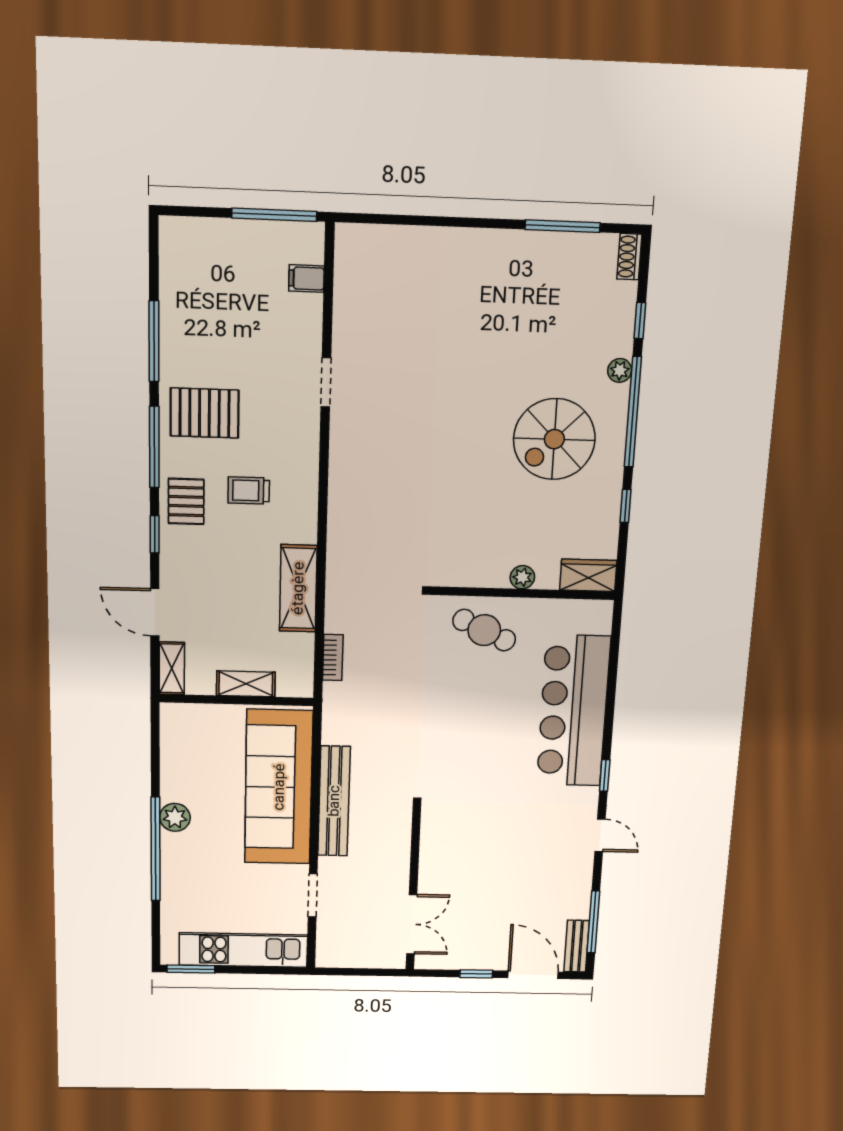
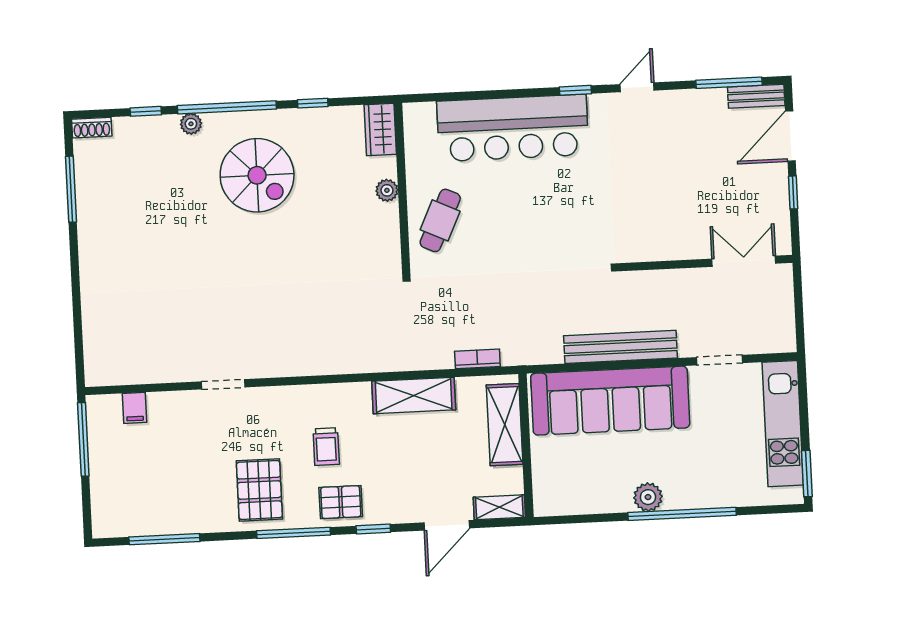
window: (154, 341) -> (164, 539), moved
shelving: (246, 684) -> (505, 425), width x1.50, depth x1.33

